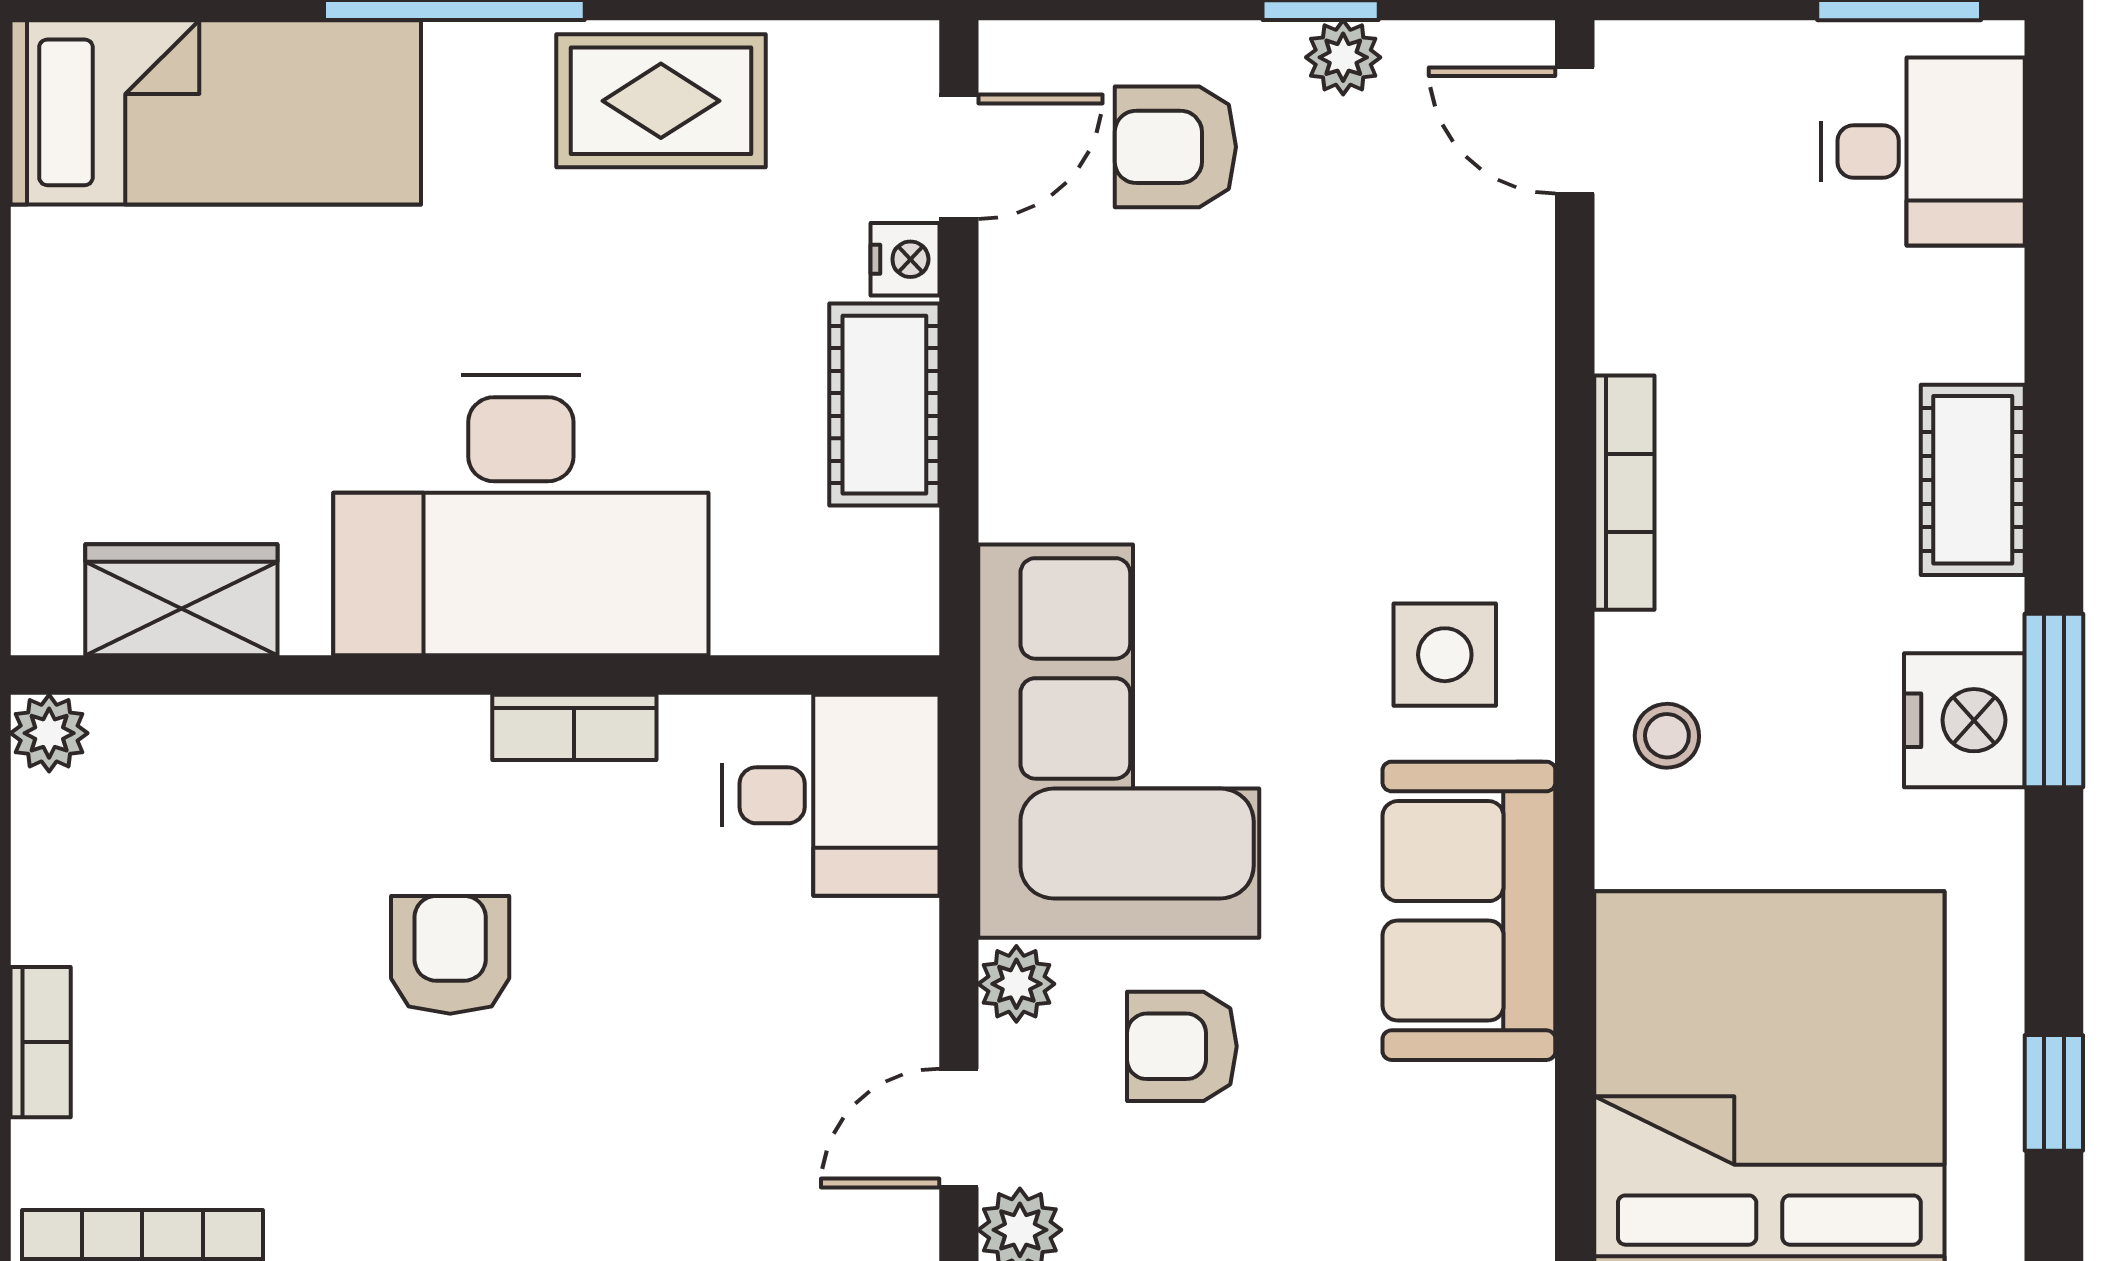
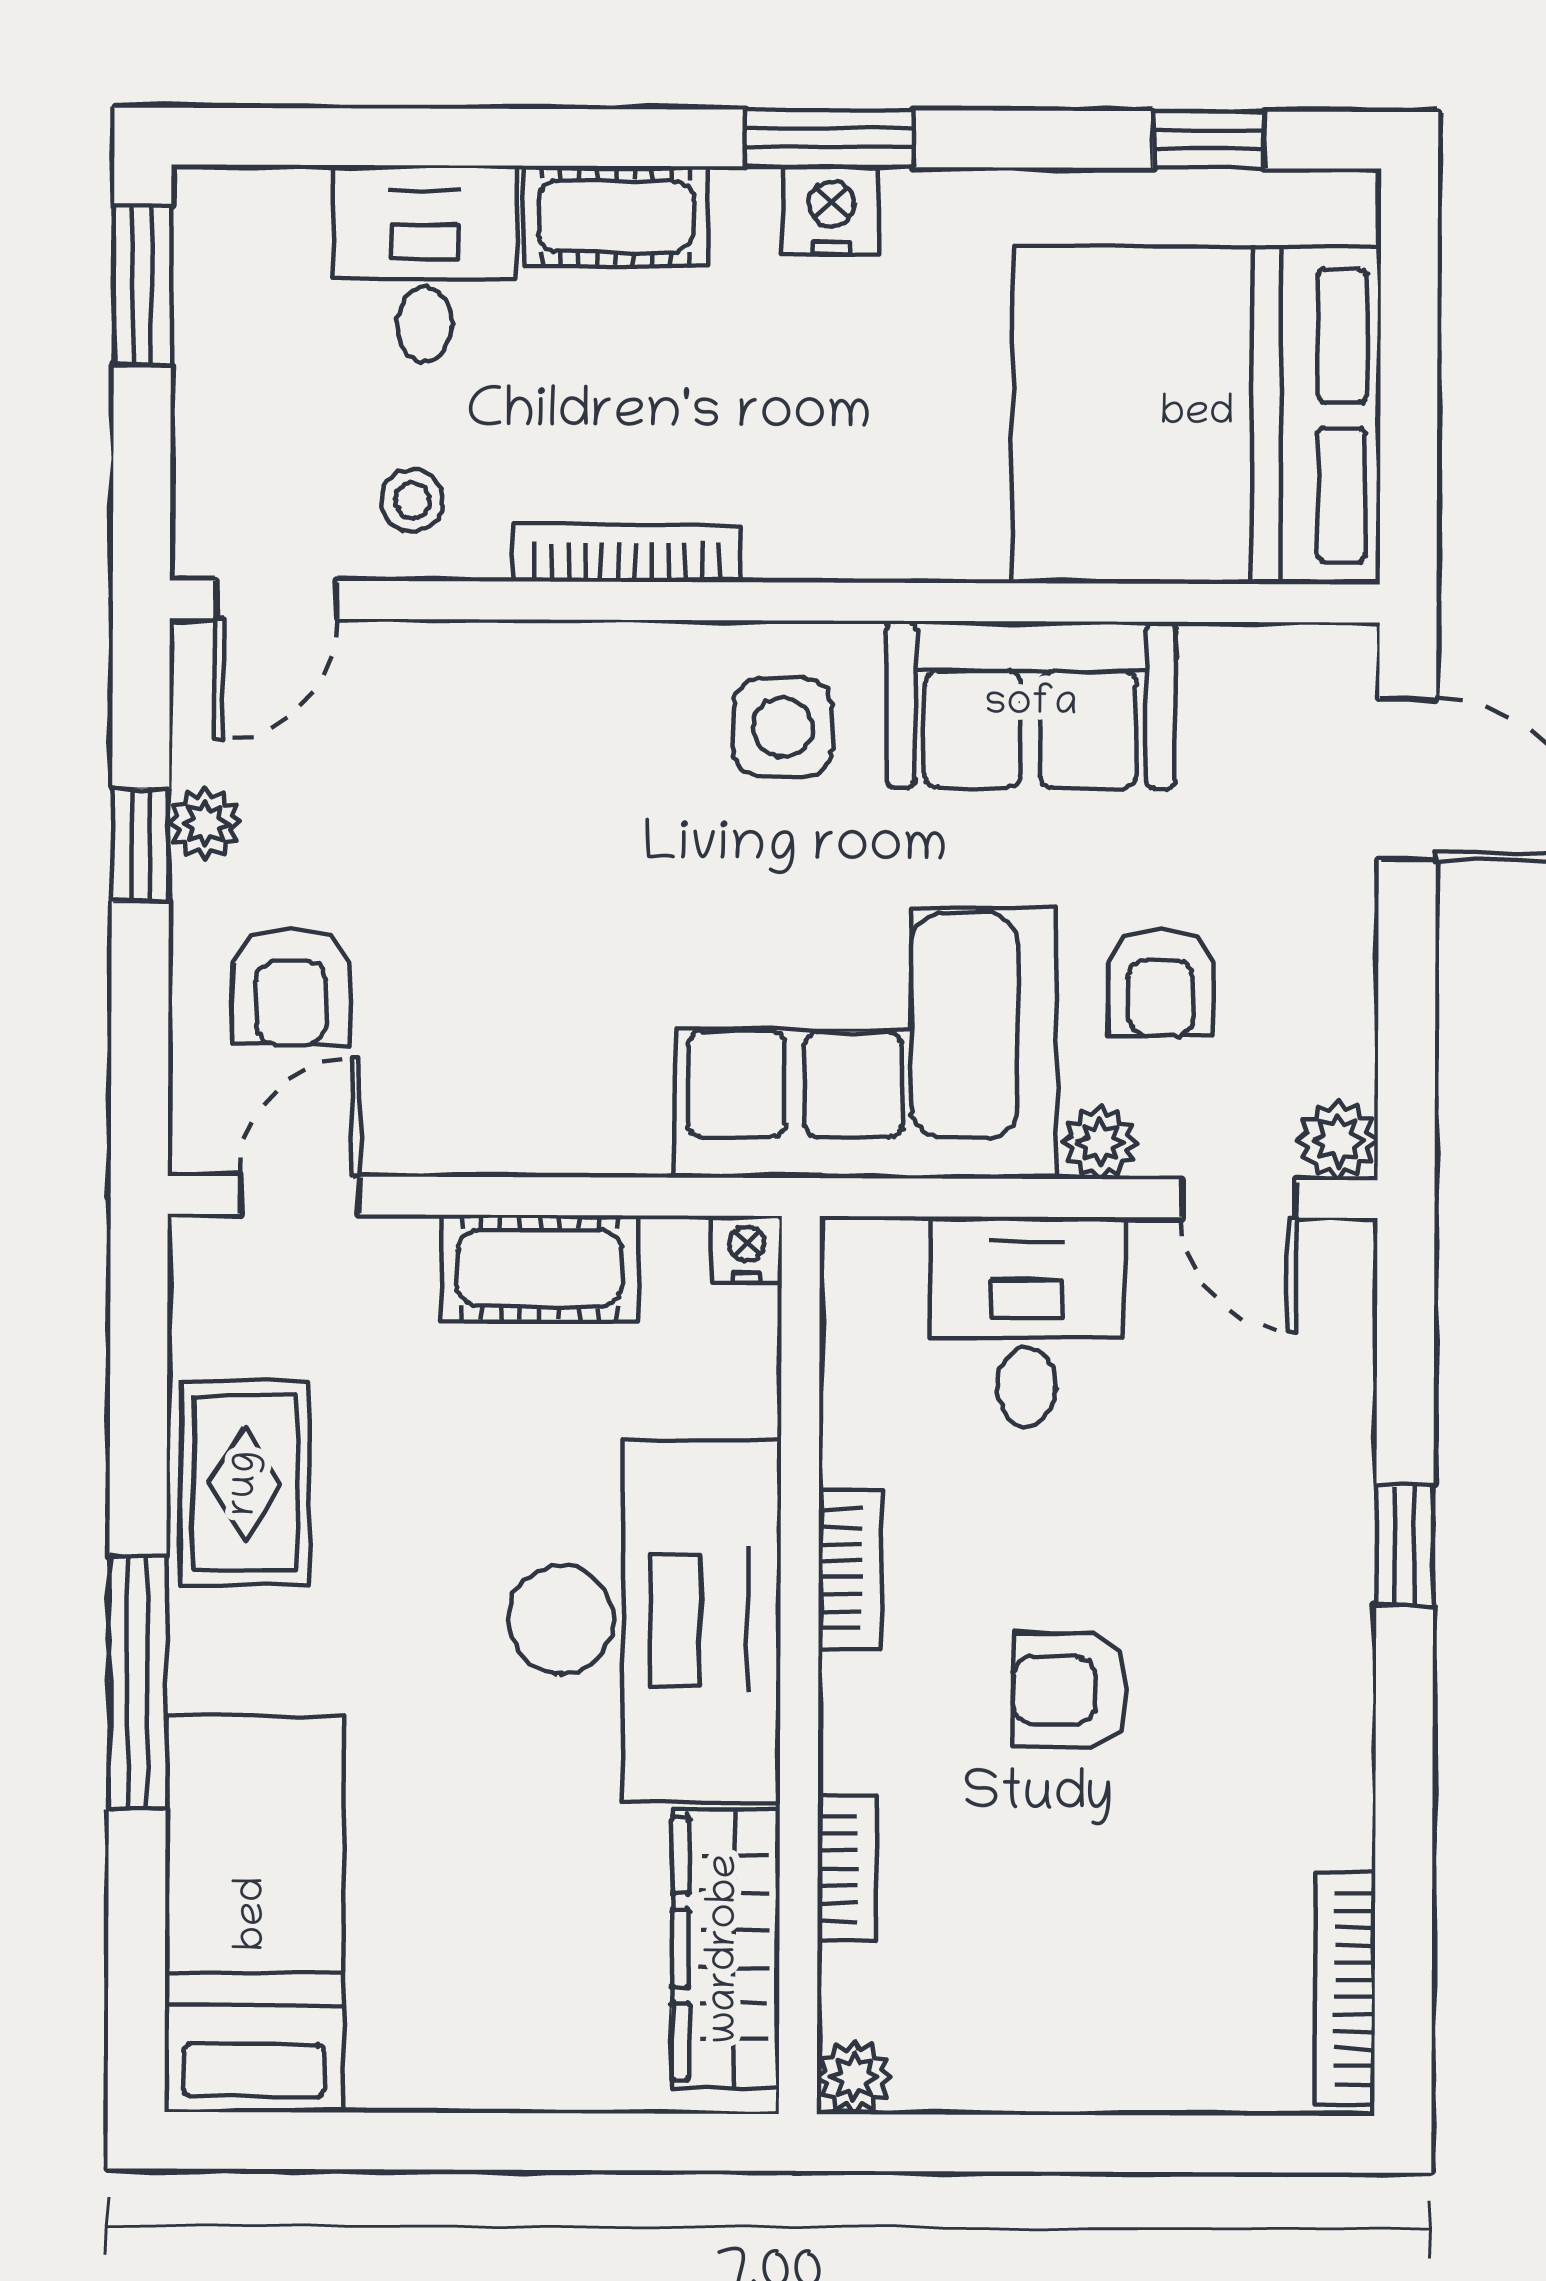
desk: (1923, 151) -> (425, 264), moved
door: (959, 157) -> (300, 1195), hinge flipped
nightstand: (905, 259) -> (747, 1249), moved
wardrobe: (181, 600) -> (726, 1949), width x1.50
nightstand: (1964, 720) -> (831, 211), width x0.74, depth x0.75
stool: (1667, 736) -> (412, 500), moved
desk: (831, 795) -> (1027, 1322), moved
bookcase: (41, 1042) -> (847, 1868), moved, turned 90

